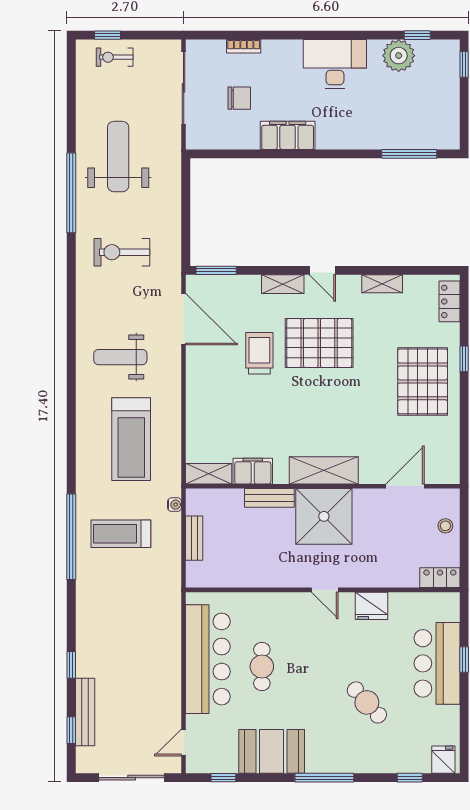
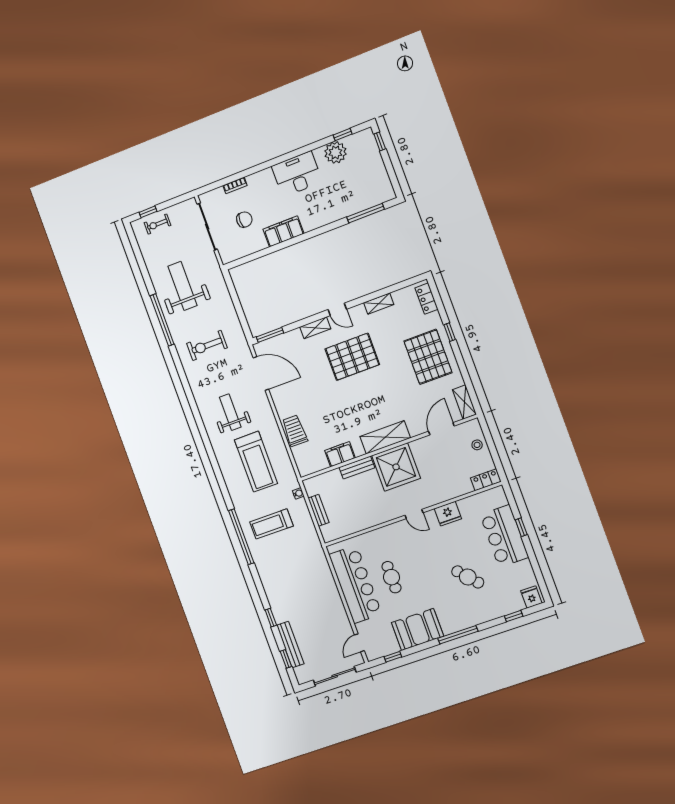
trolley: (259, 353) -> (295, 431), moved
weight bench: (120, 357) -> (230, 412), turned 90
shelving: (209, 474) -> (464, 402), moved, turned 90

